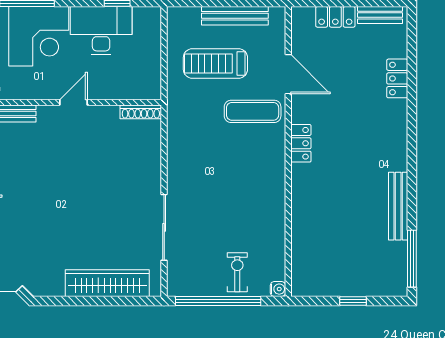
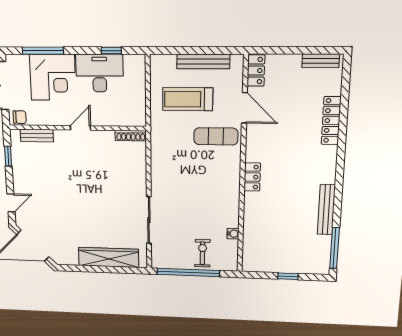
locker: (335, 17) -> (256, 71), moved, turned -90
locker: (397, 78) -> (331, 121), width x1.53
locker: (301, 143) -> (252, 177), moved
water cooler: (278, 289) -> (233, 234), moved

